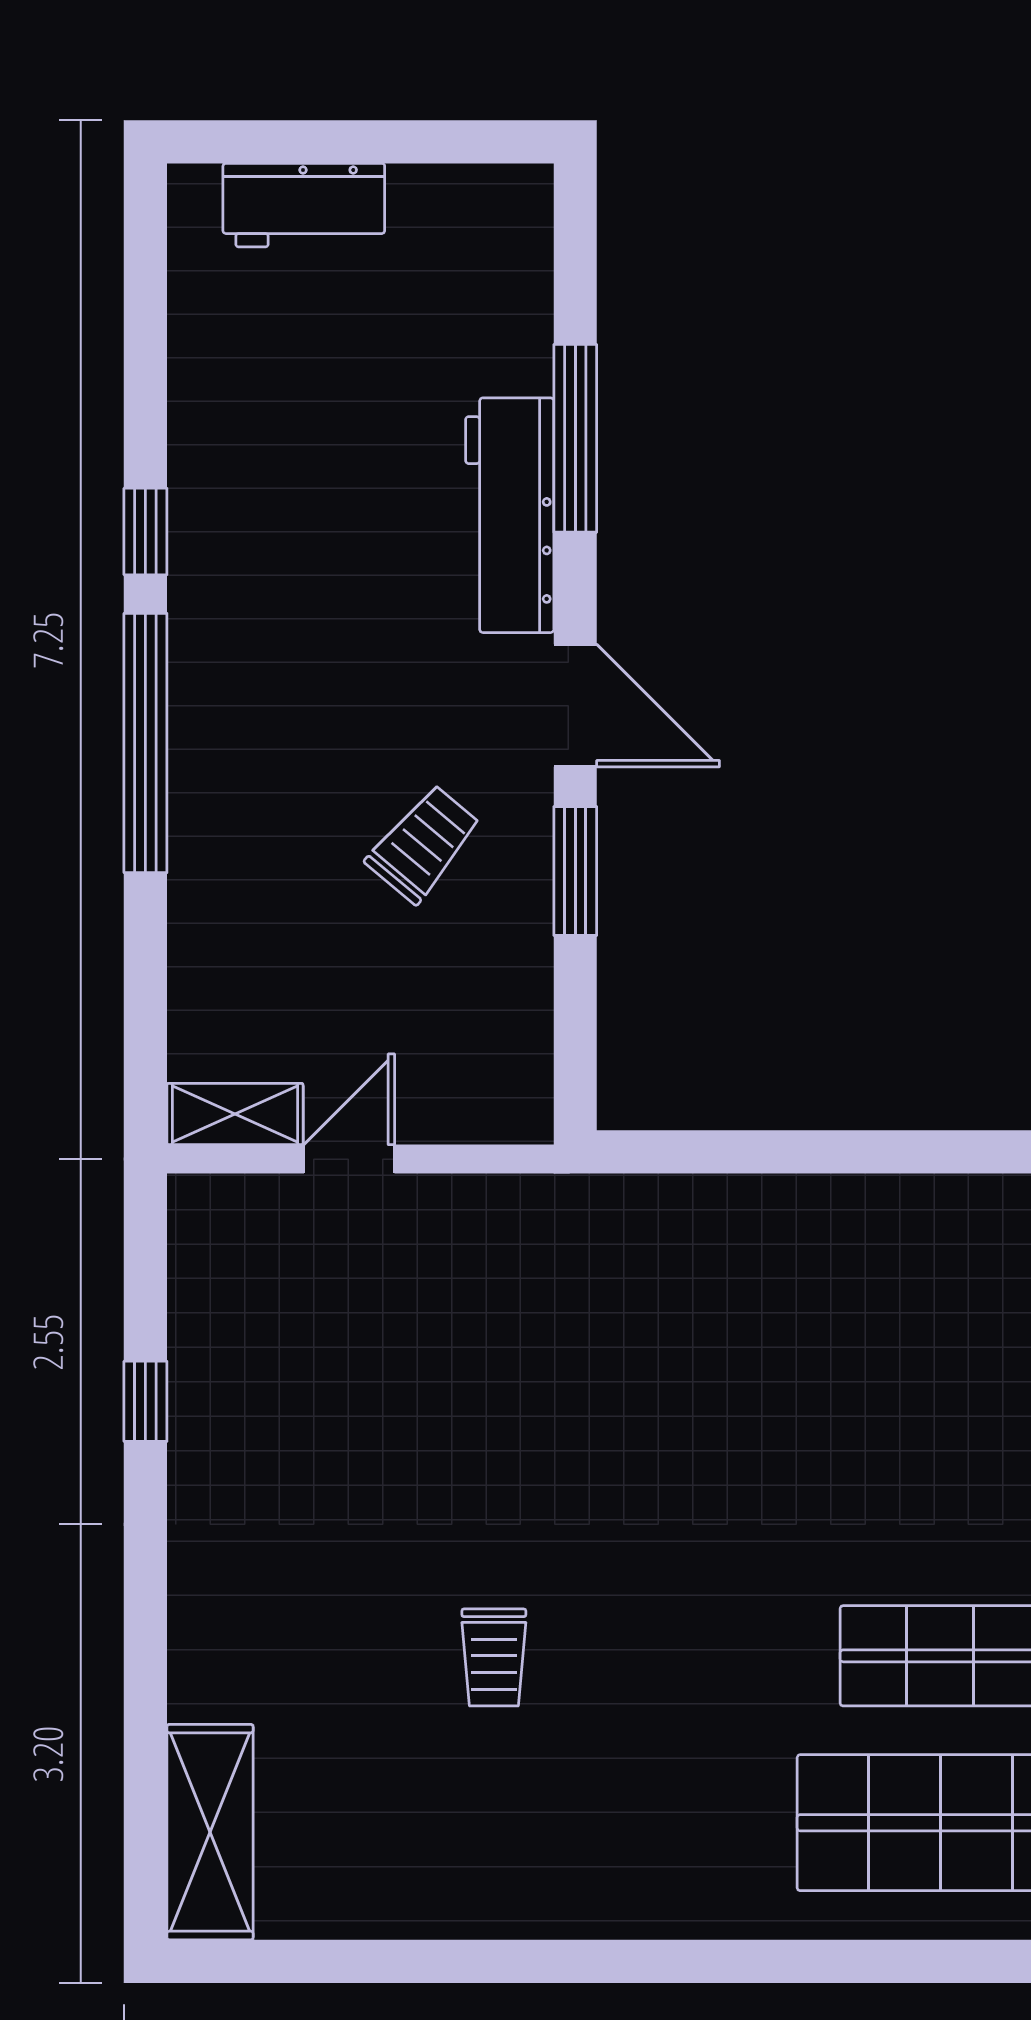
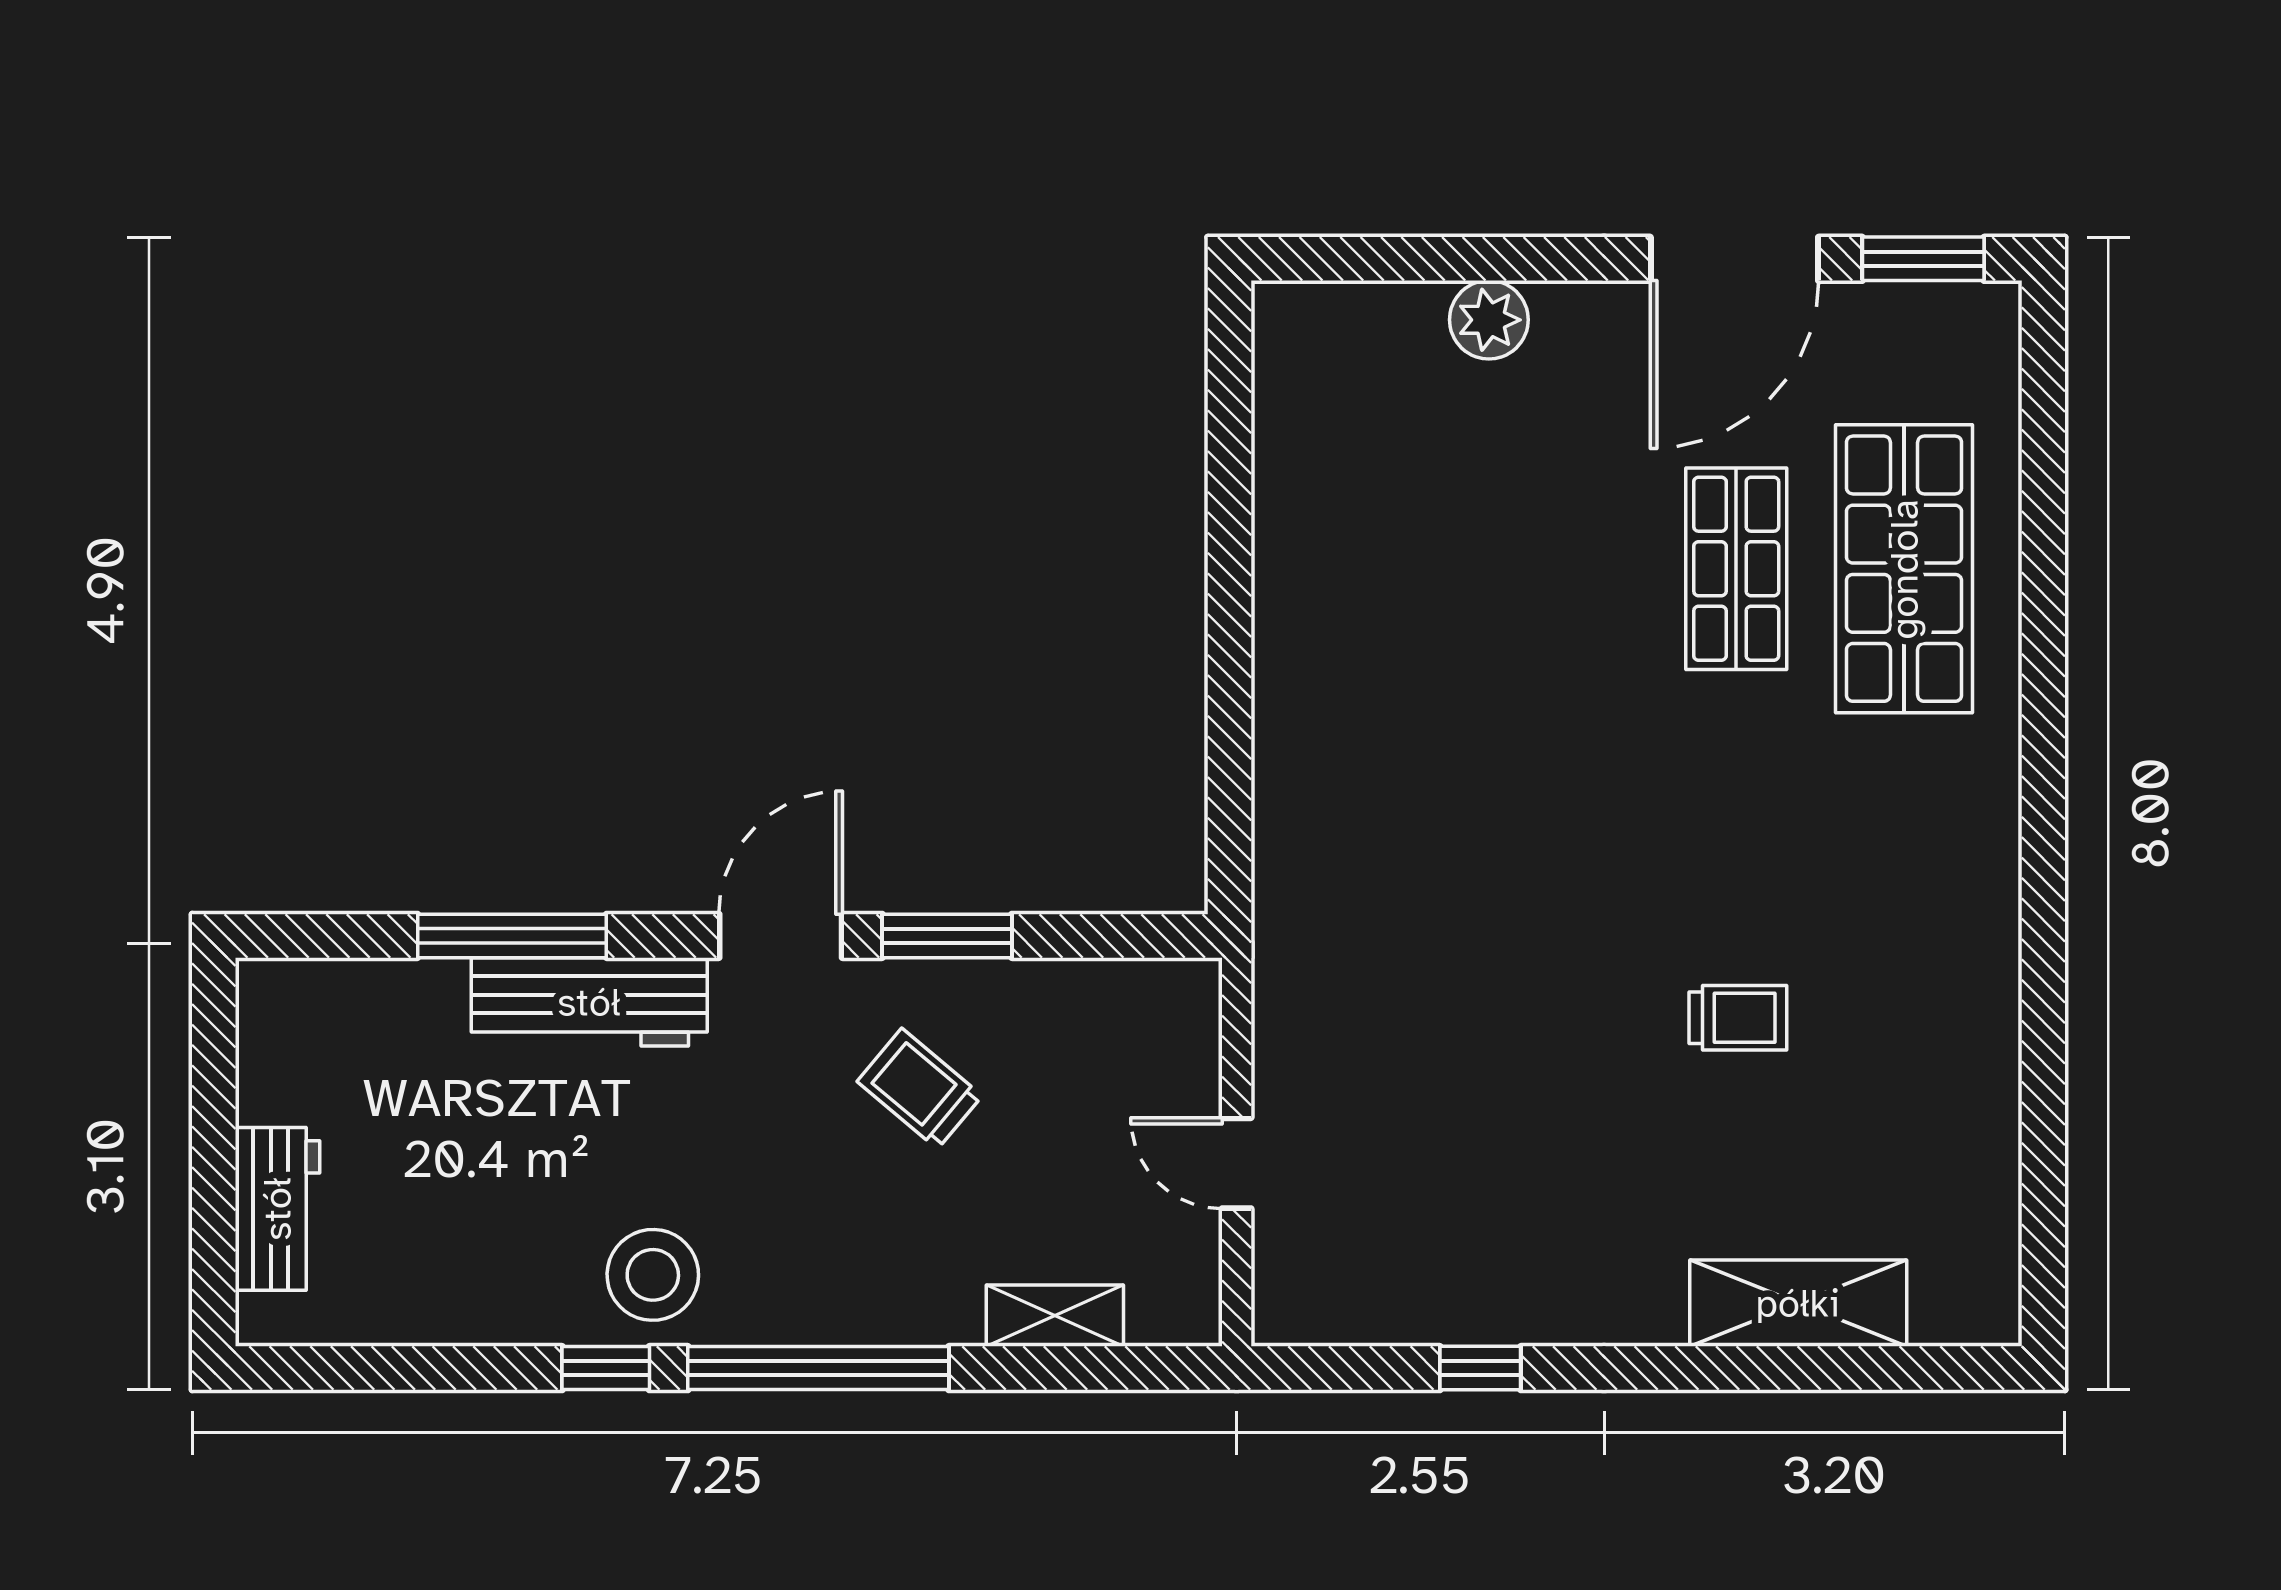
stool: (238, 578) -> (653, 1275), added
shelving: (235, 1114) -> (1055, 1316), moved, turned 90
shelving: (210, 1832) -> (1798, 1303), moved

